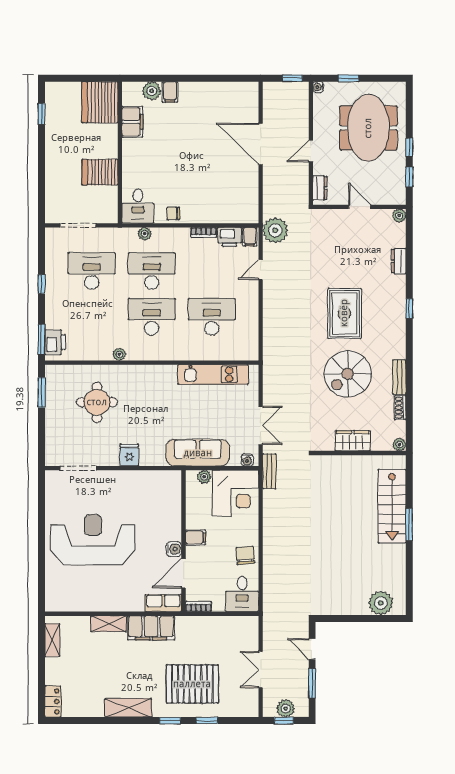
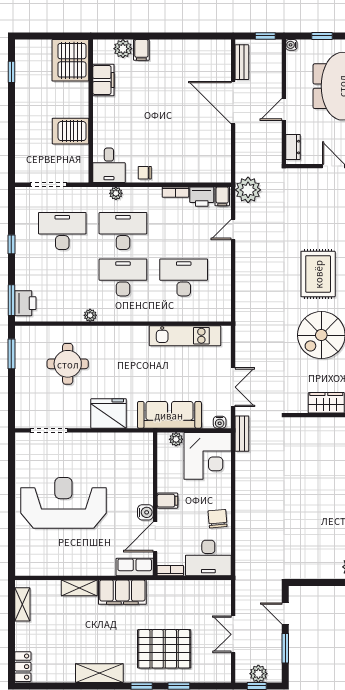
bench: (269, 104) -> (242, 62), added
fridge: (129, 455) -> (109, 413), width x1.88, depth x1.34
desk: (242, 594) -> (208, 558), width x1.37

